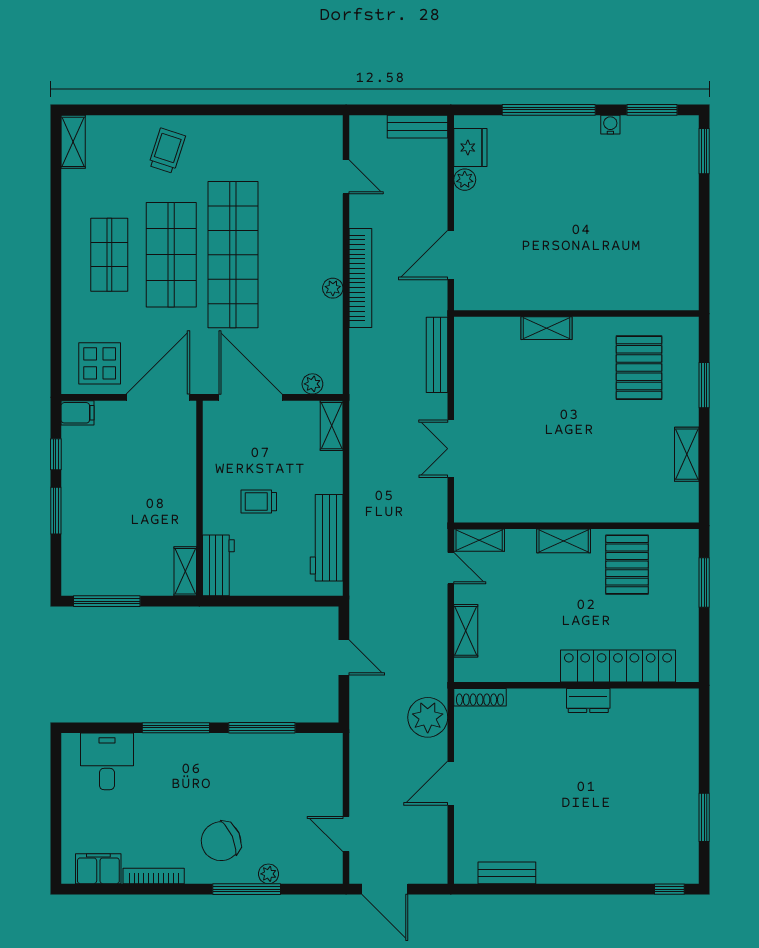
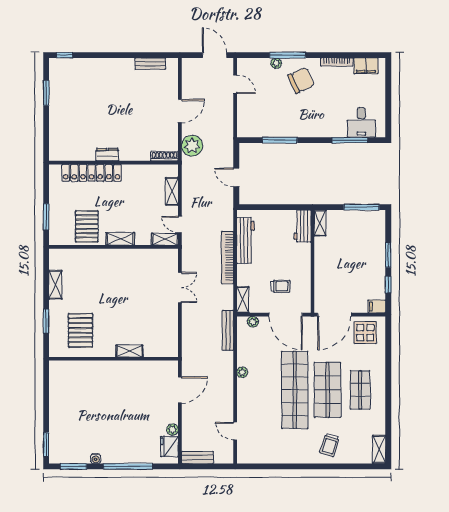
bookcase: (360, 278) -> (228, 258), moved
bench: (437, 355) -> (228, 330), moved
trolley: (259, 502) -> (280, 286), moved
window: (176, 728) -> (350, 140), moved

